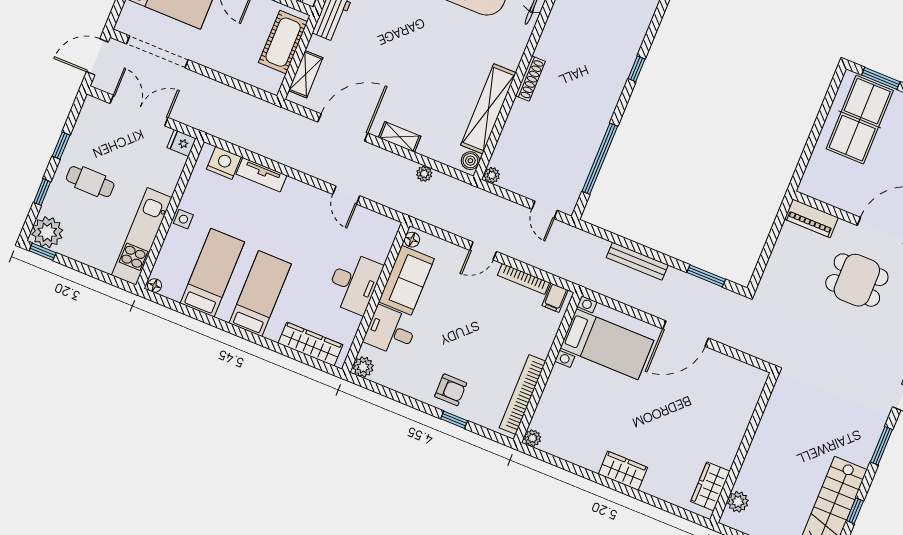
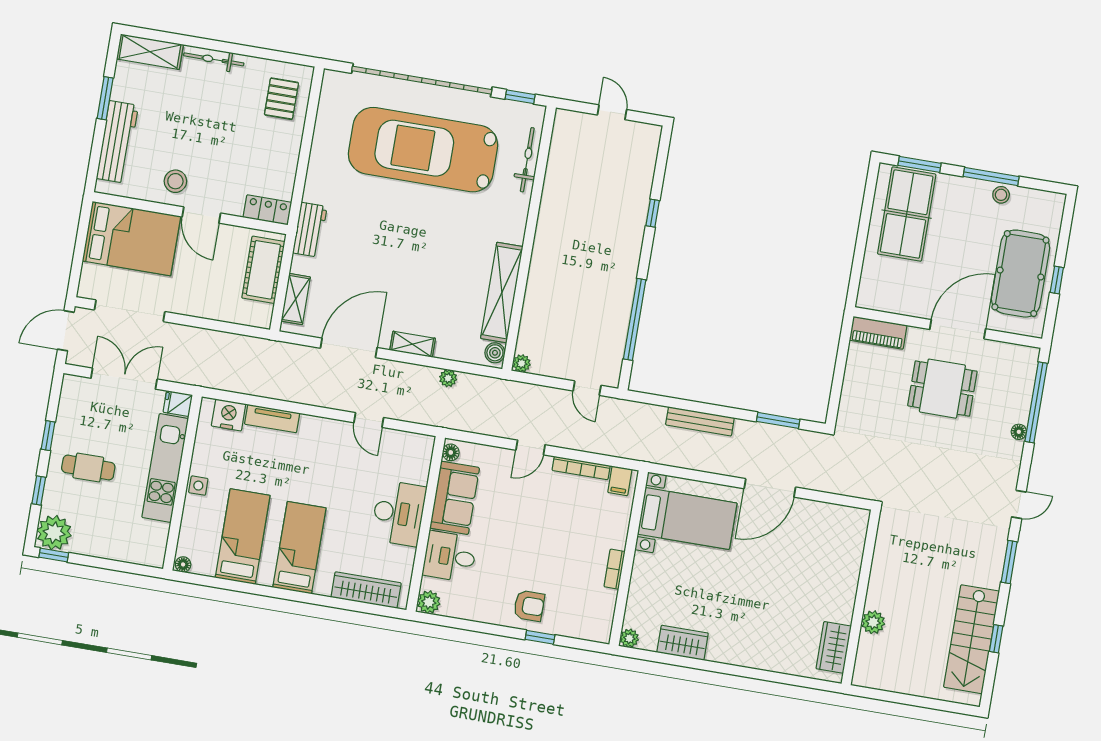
shoe rack: (530, 79) -> (540, 249), removed
kitchen unit: (142, 236) -> (165, 468), moved
bookcase: (523, 395) -> (615, 569), width x0.43, depth x0.76
wardrobe: (623, 471) -> (683, 643), moved
plant: (738, 502) -> (873, 622), moved

